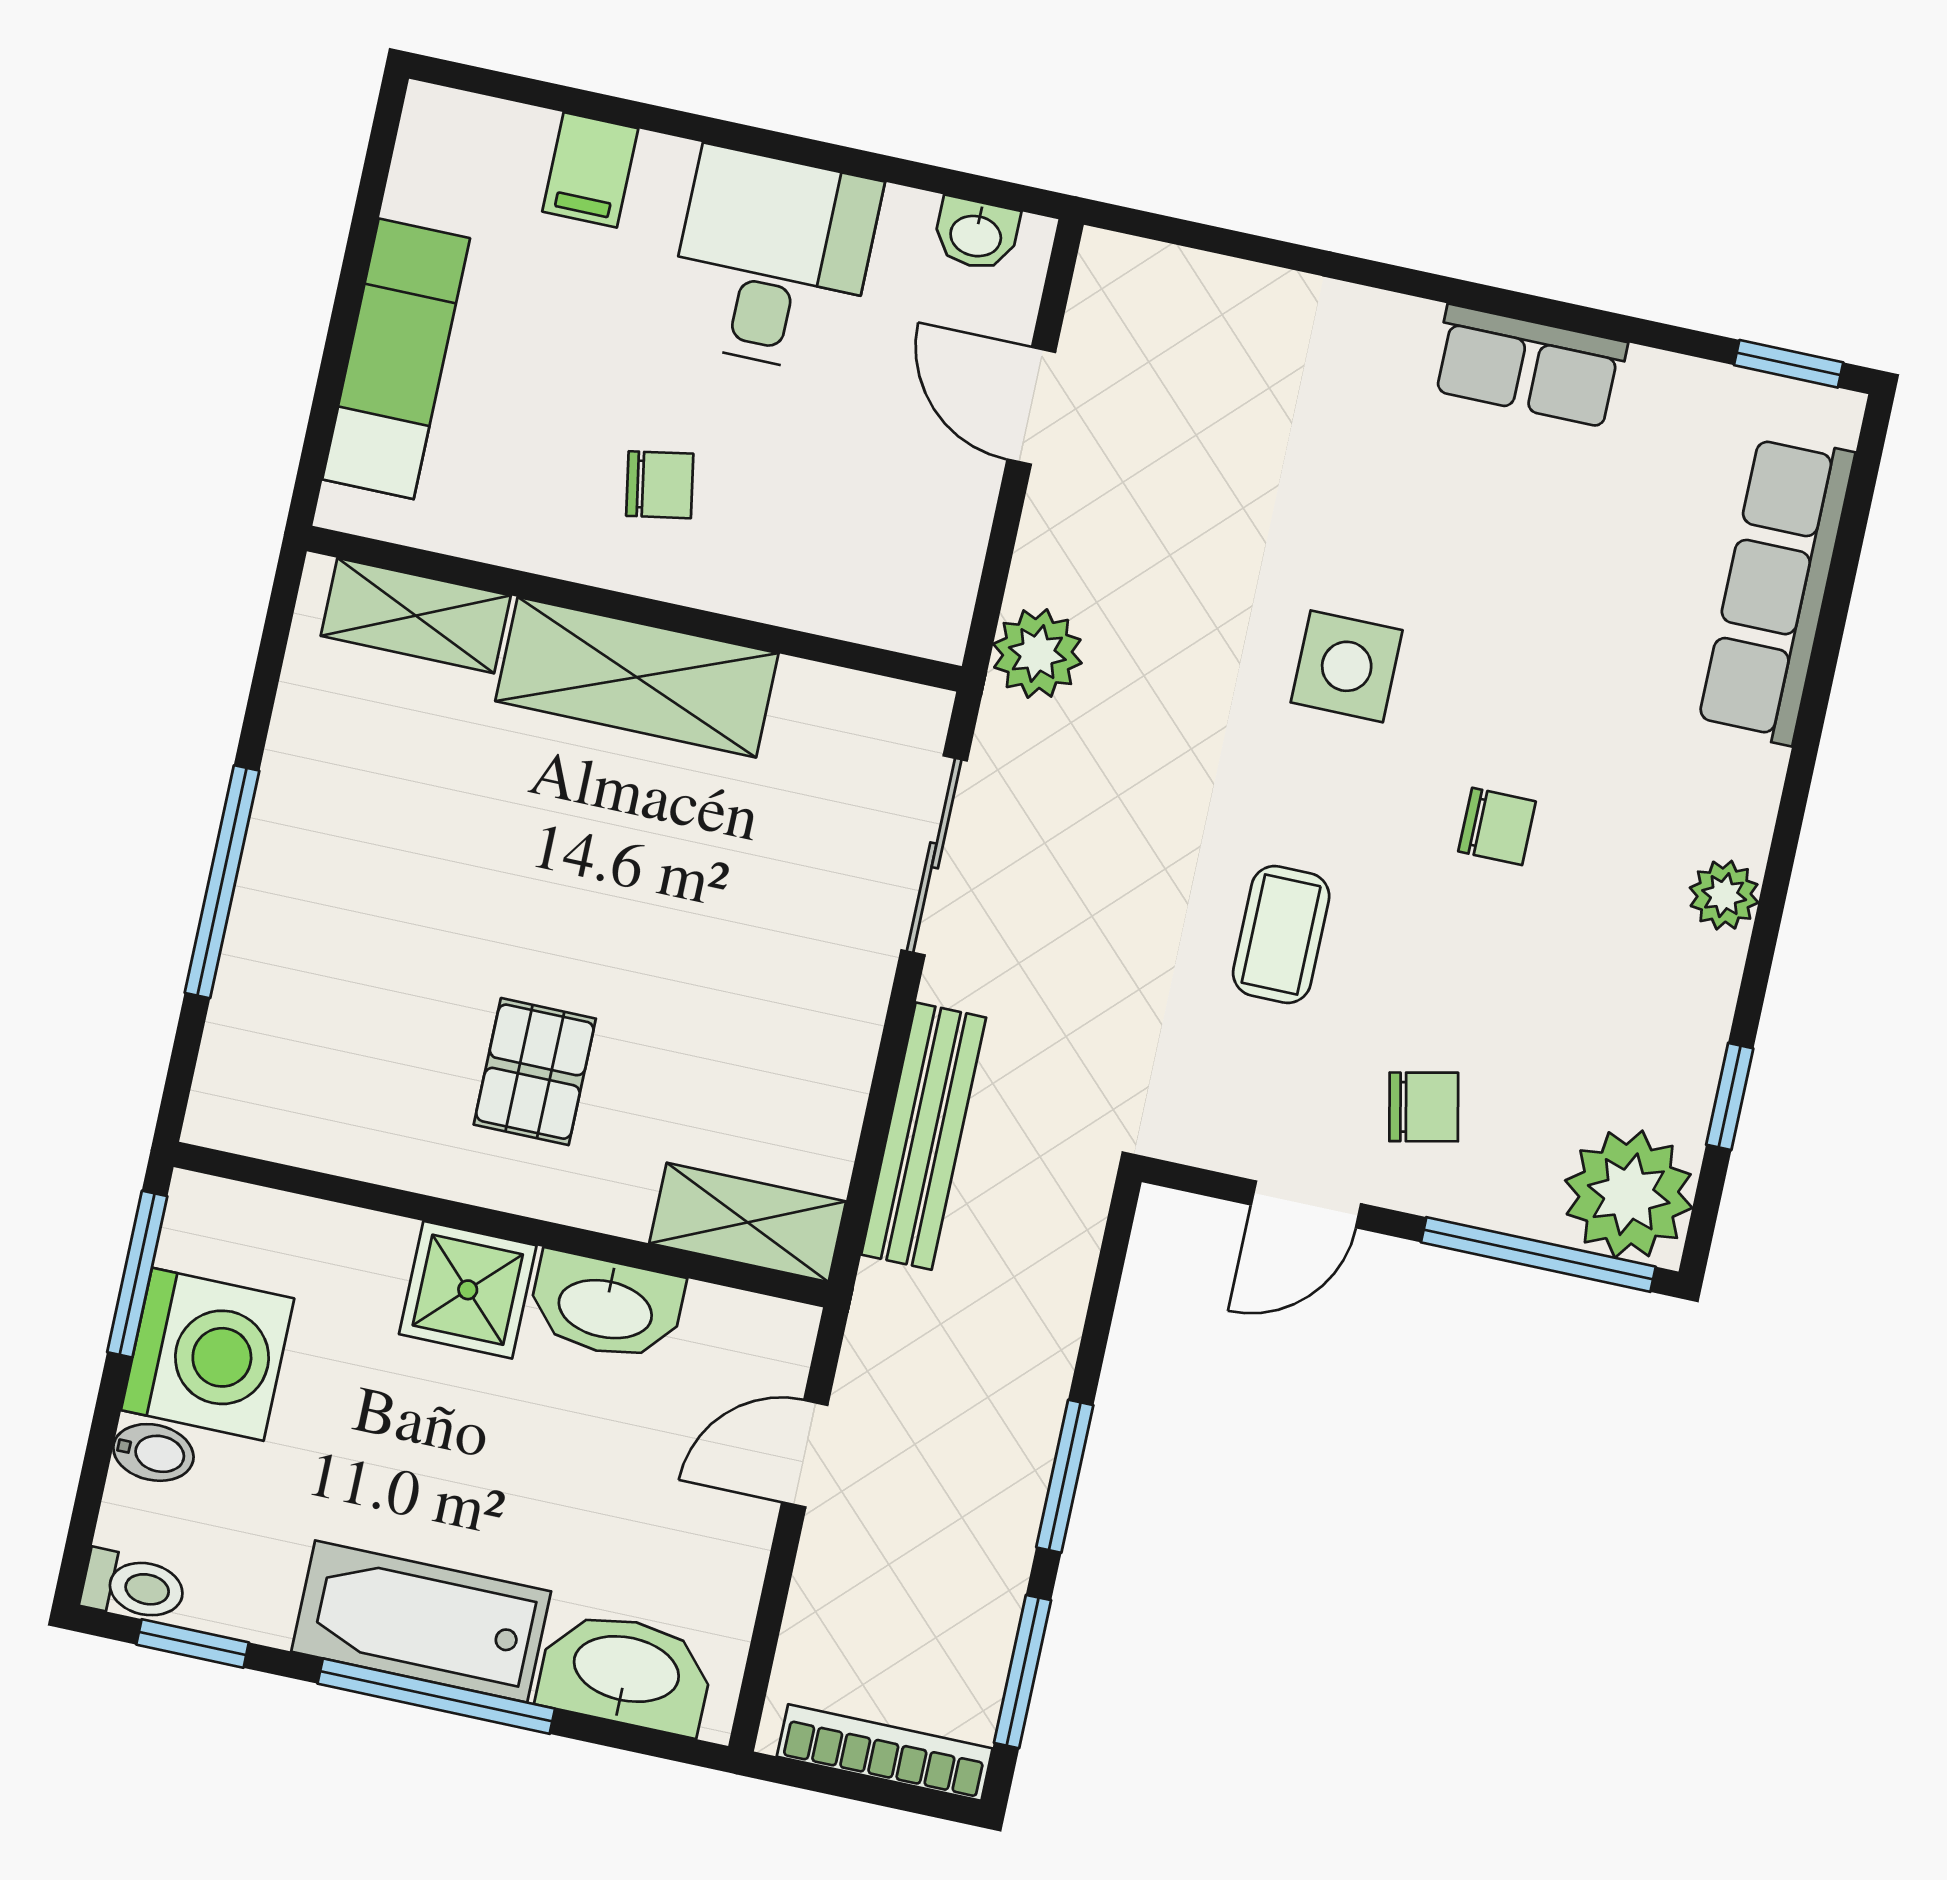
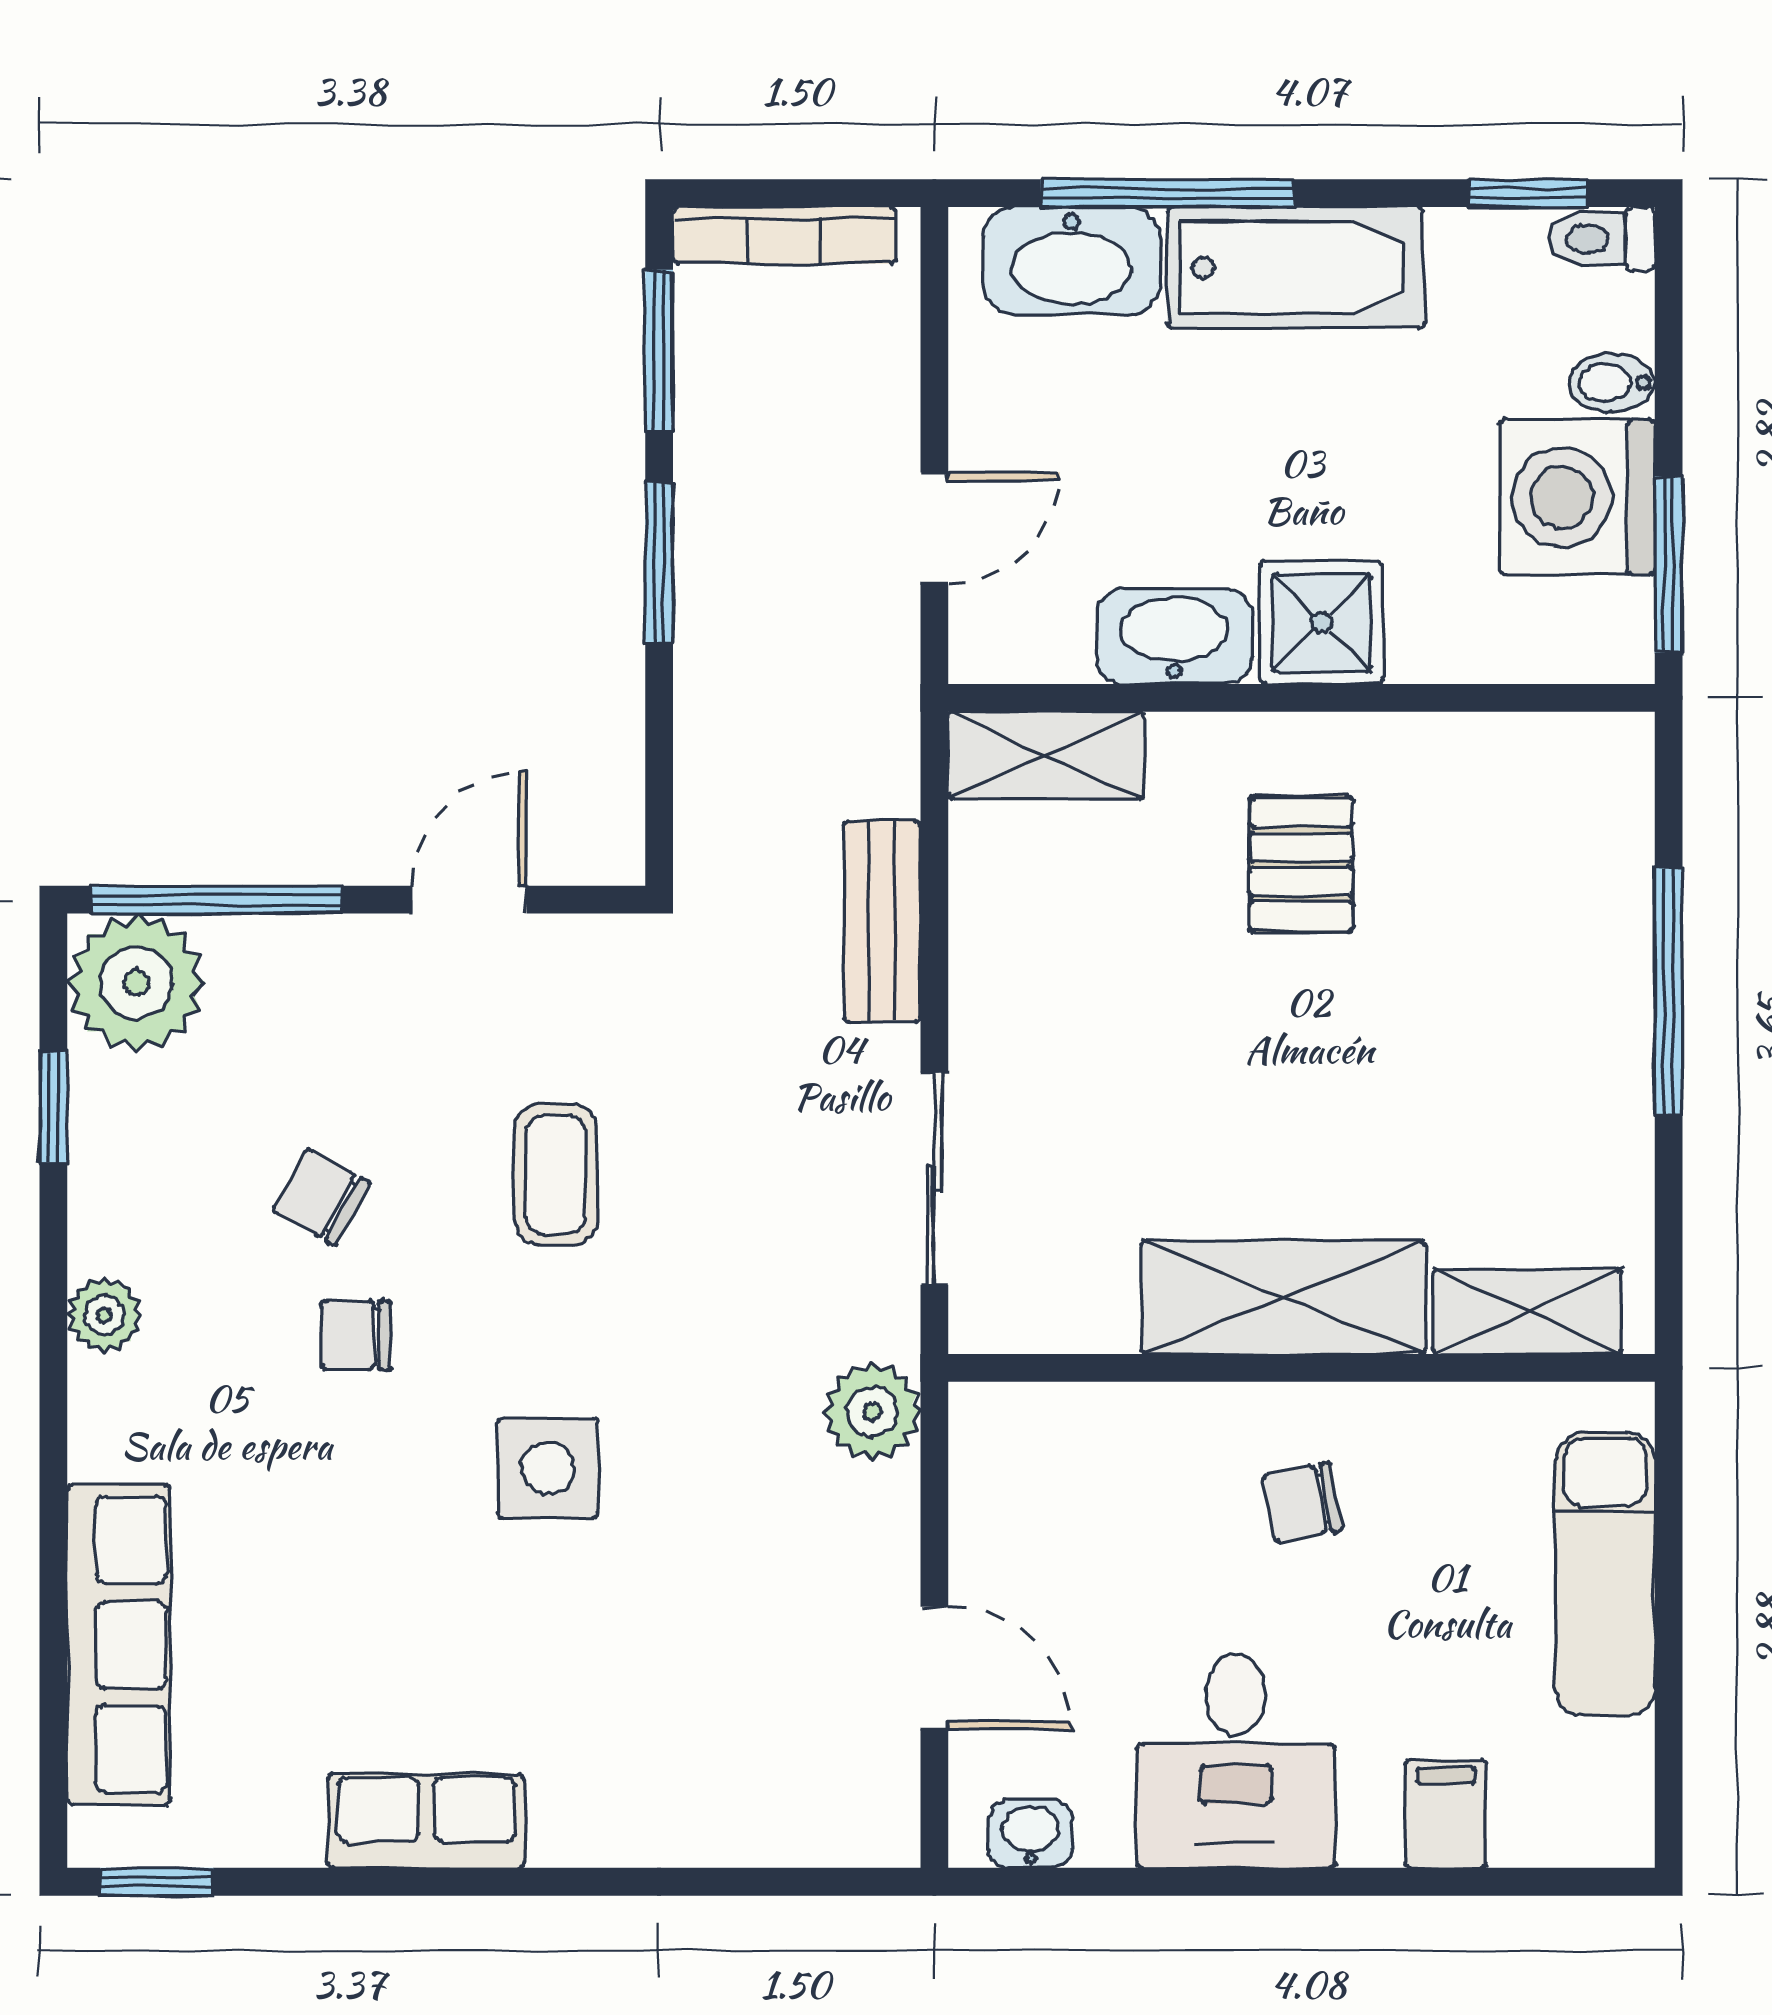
chair: (1424, 1107) -> (321, 1197), moved, turned 41
bench: (924, 1136) -> (882, 921), width x0.73
window: (436, 1696) -> (1167, 193), moved

